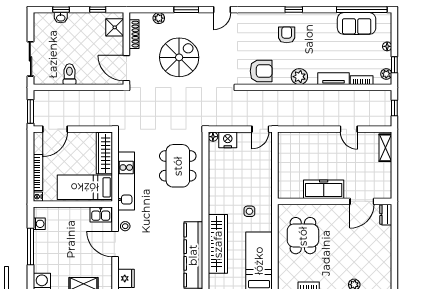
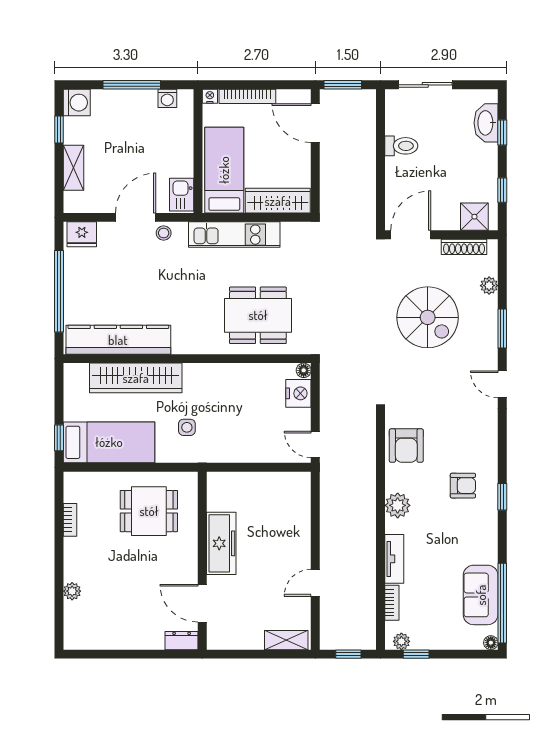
washbasin: (61, 18) -> (486, 123), width x1.91, depth x1.45
floor lamp: (387, 46) -> (491, 643), moved

